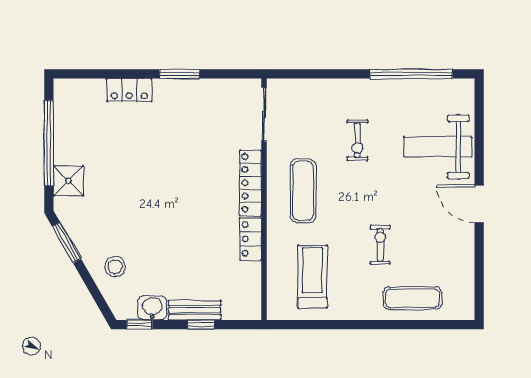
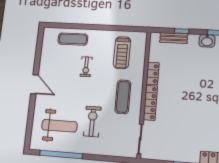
exercise bike: (357, 140) -> (92, 121), width x1.38, depth x1.39
weight bench: (438, 147) -> (59, 126), moved
bench: (195, 310) -> (174, 38), moved

